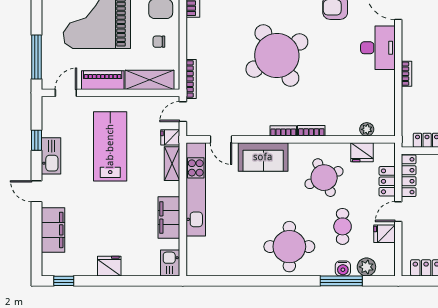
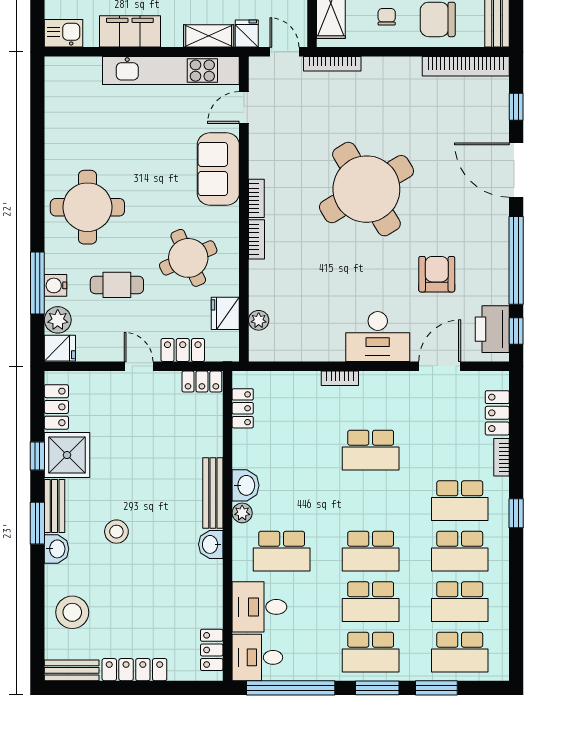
locker: (409, 176) -> (202, 381), width x0.66
fridge: (384, 234) -> (60, 348), moved, turned 90

